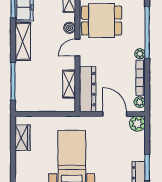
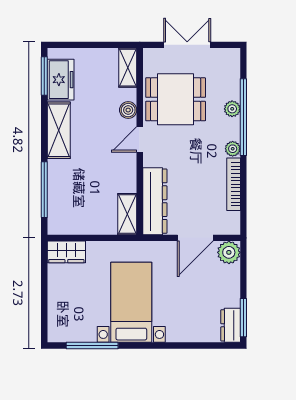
shelving: (69, 84) -> (127, 214), moved
plant: (140, 102) -> (232, 109), moved
door: (115, 114) -> (195, 238), swing flipped
wardrobe: (23, 138) -> (66, 252), moved, turned 90

